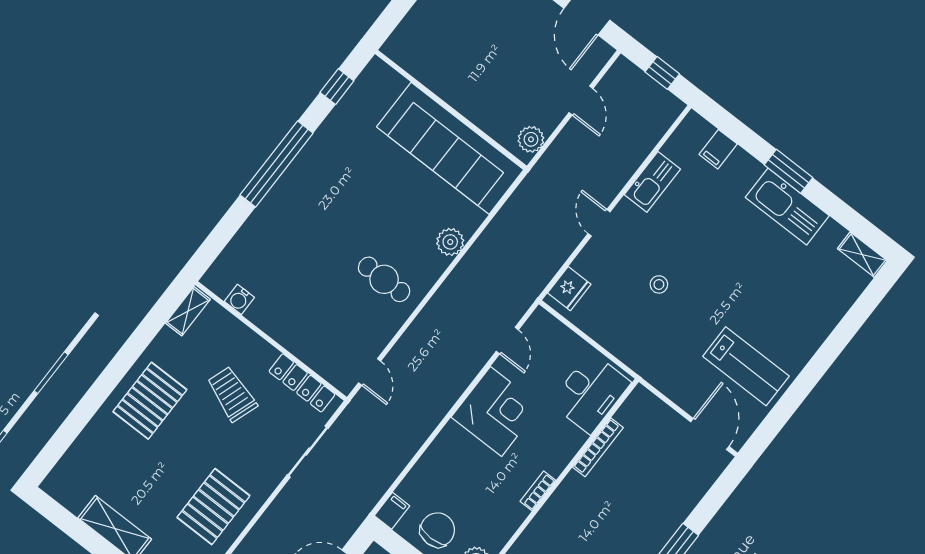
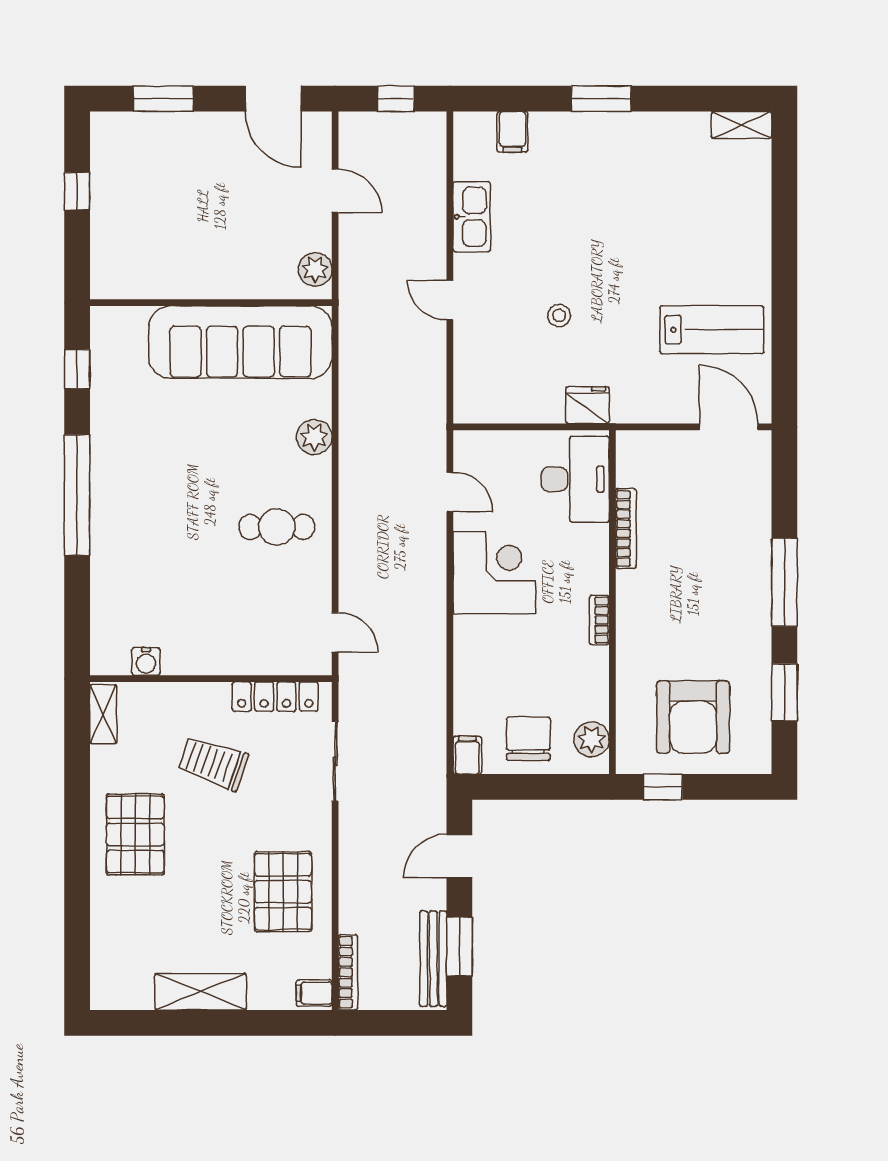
kitchen sink: (787, 207) -> (628, 135), removed
fridge: (569, 289) -> (587, 405), moved, turned -90

